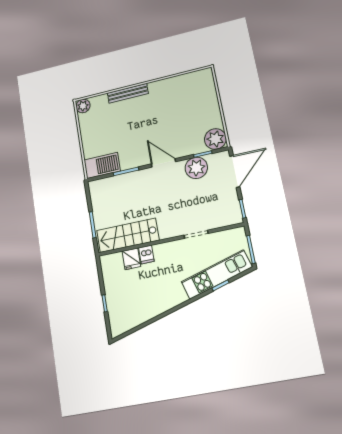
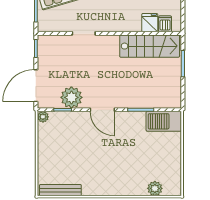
bench: (128, 93) -> (60, 190), moved
plant: (83, 106) -> (155, 188), moved
plant: (215, 139) -> (43, 117), width x0.53, depth x0.53
dishwasher: (146, 254) -> (165, 24), moved

